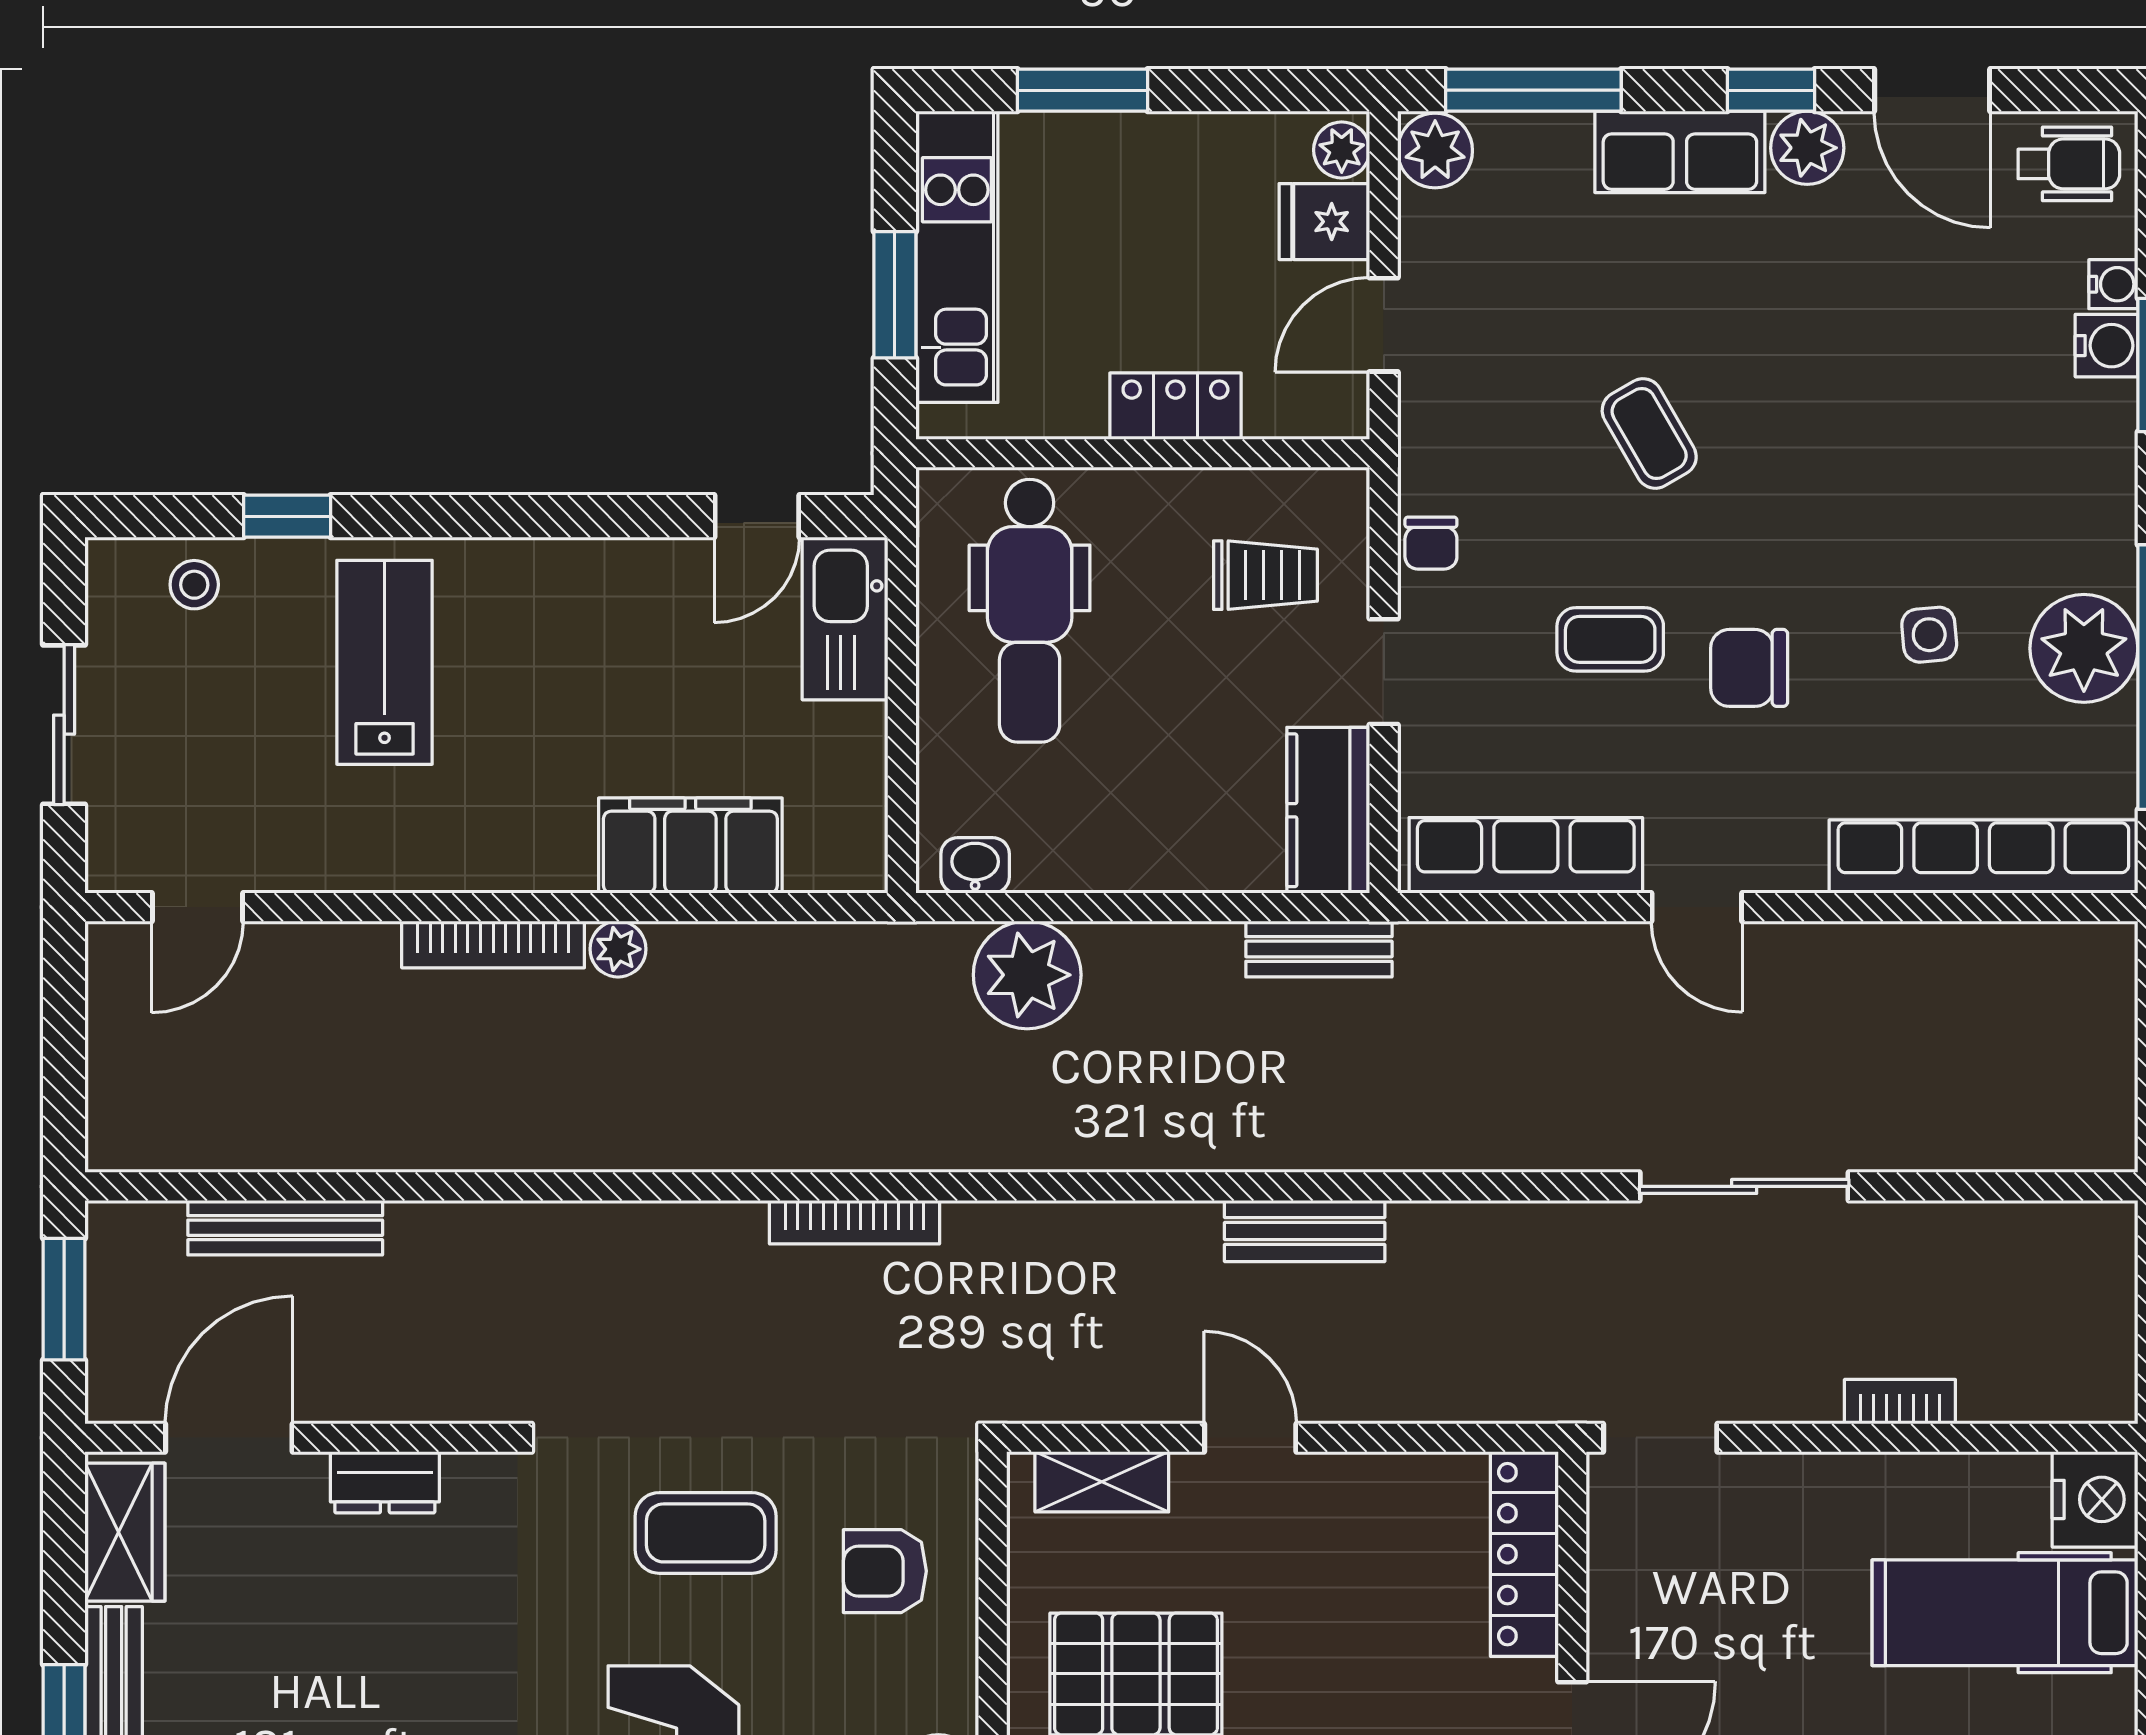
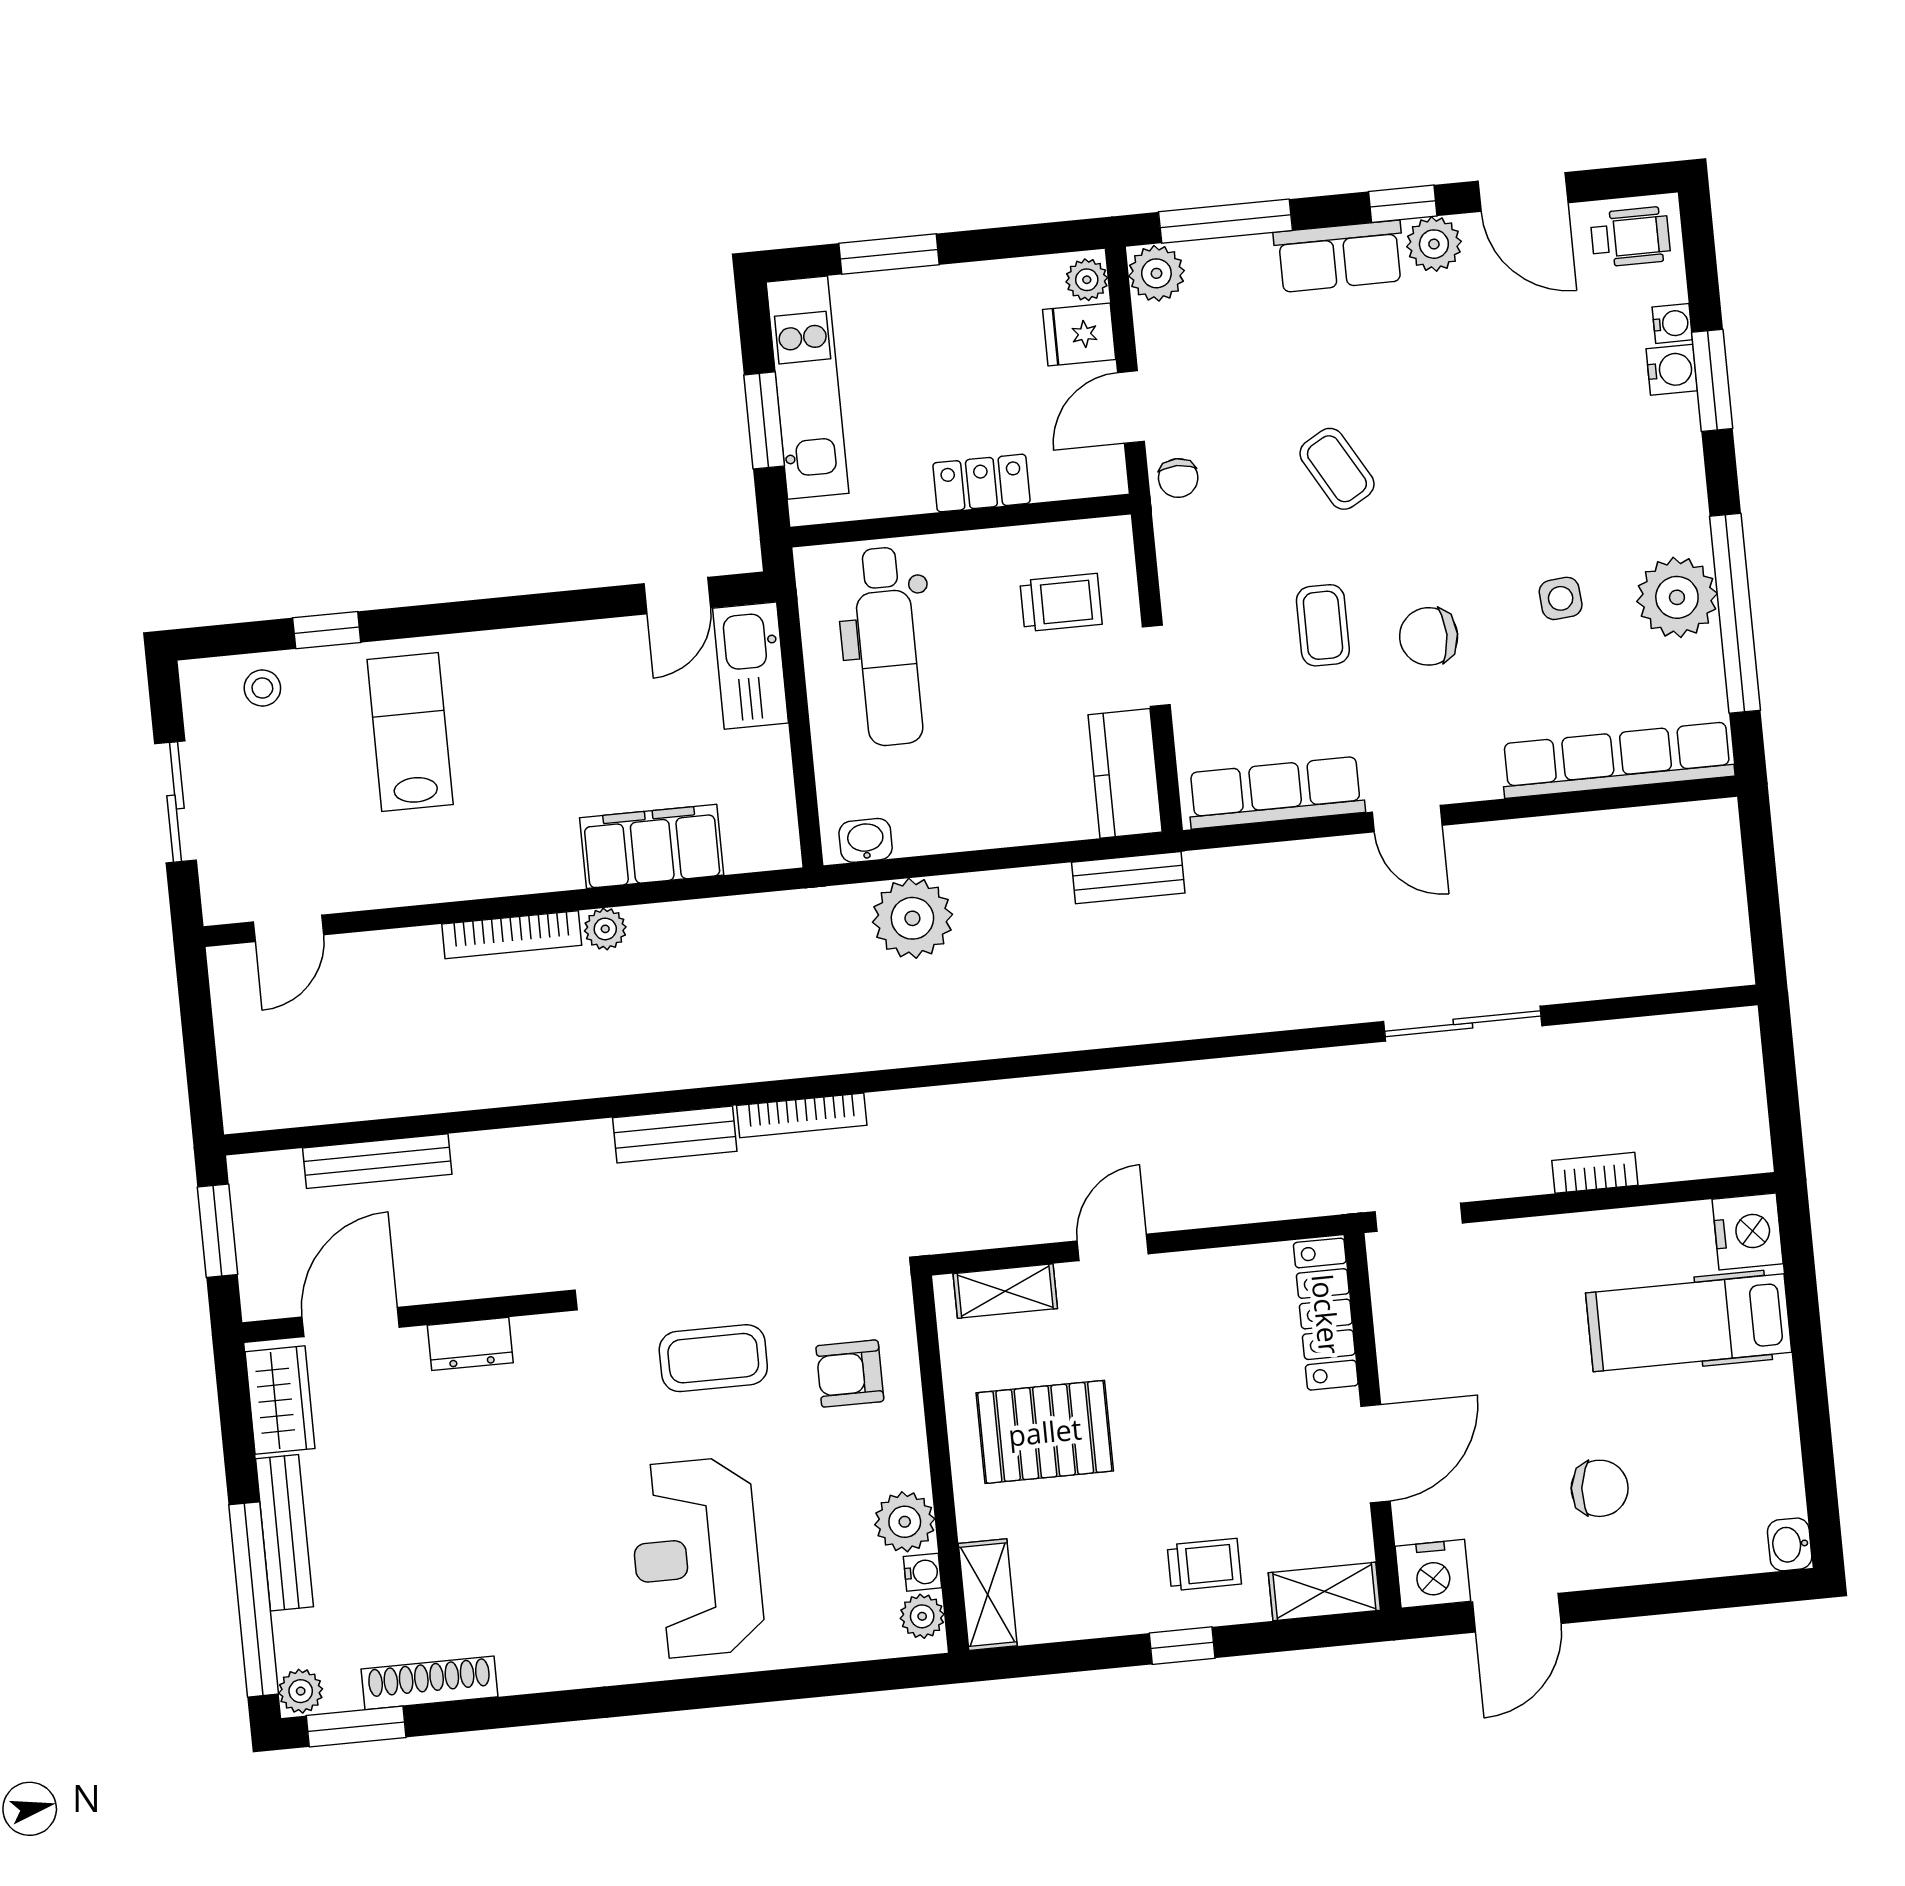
chair: (1431, 543) -> (1178, 478), moved
coffee table: (1610, 639) -> (1323, 625), turned 90
bench: (1305, 1231) -> (675, 1135), moved
door: (1250, 1438) -> (1113, 1247), hinge flipped

